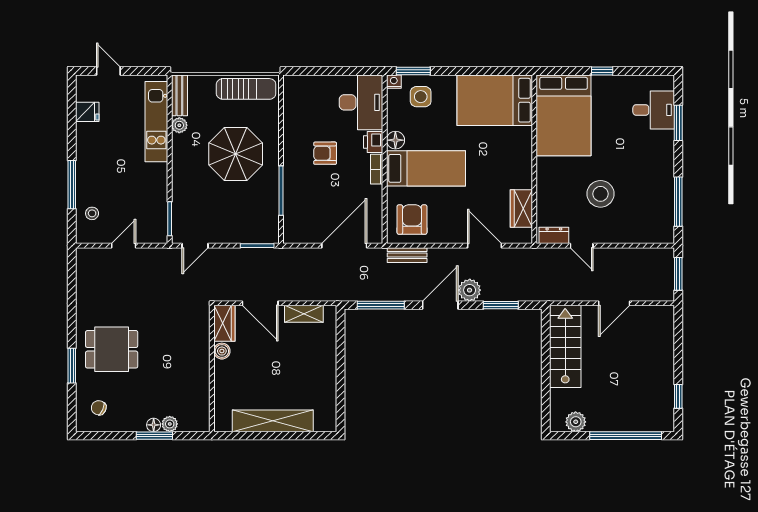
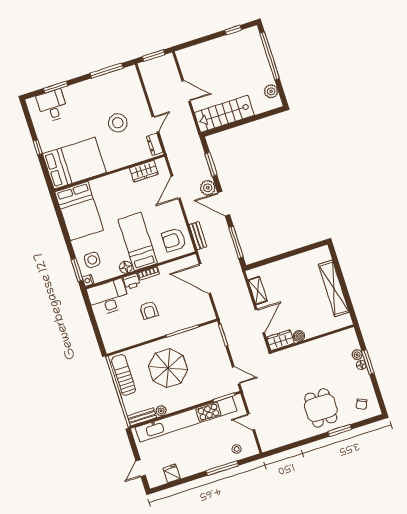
kitchen unit: (156, 122) -> (186, 419), width x1.86

